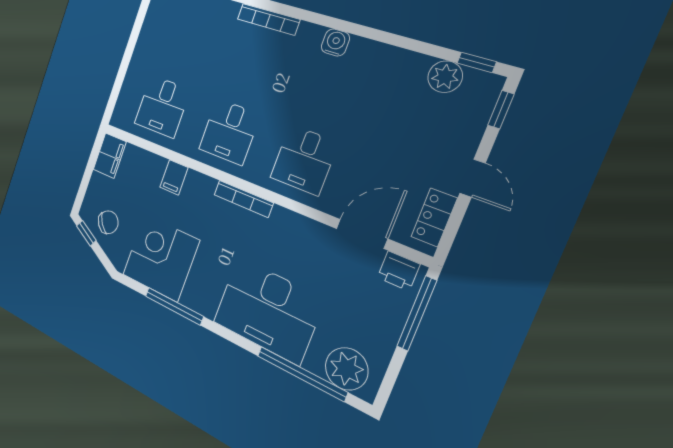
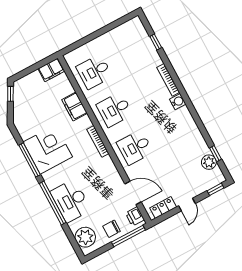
water cooler: (335, 42) -> (178, 102), moved
window: (477, 62) -> (216, 154), moved
filing cabinet: (174, 177) -> (74, 106), width x2.00
chair: (108, 222) -> (112, 229), moved, turned 126
corner desk: (161, 258) -> (48, 149), moved
desk: (268, 310) -> (71, 201), width x0.73, depth x0.77
window: (302, 374) -> (53, 203), moved

